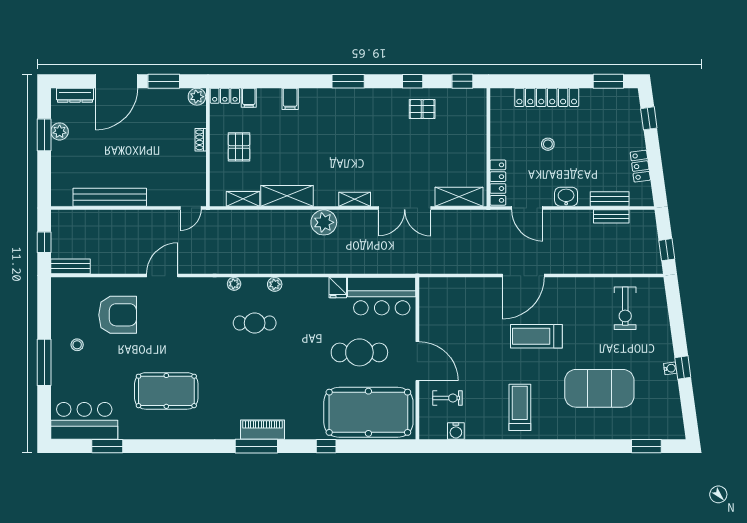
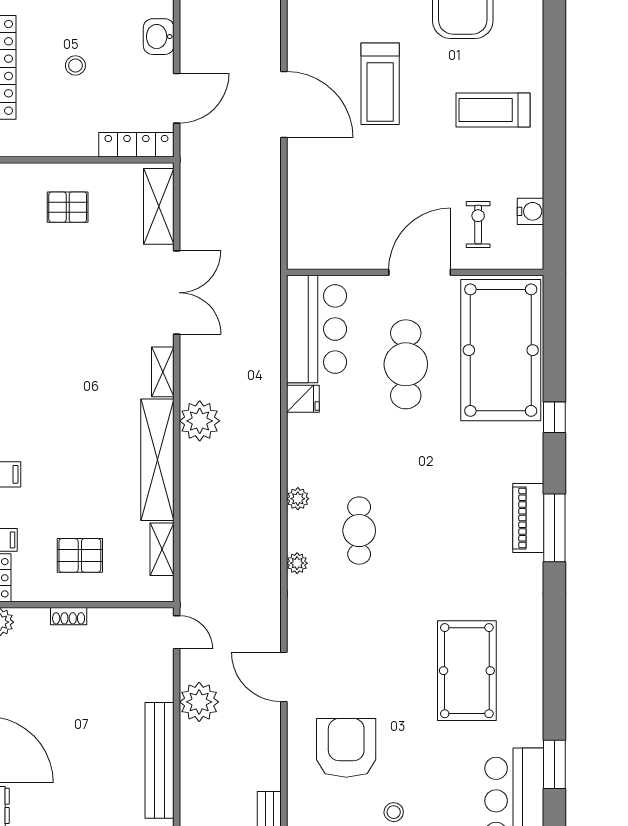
pallet: (422, 109) -> (68, 207), moved, turned 90
shelving: (287, 196) -> (157, 460), width x1.47
plant: (147, 222) -> (199, 702), added

